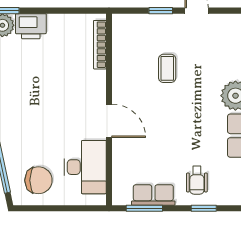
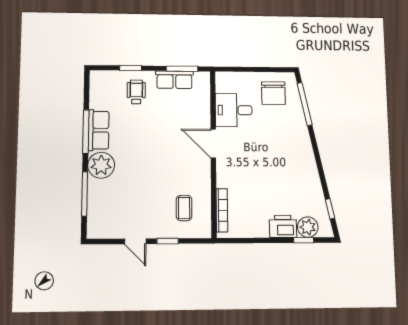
coffee table: (167, 68) -> (184, 208), moved
desk: (85, 167) -> (234, 110), width x0.73
chair: (38, 180) -> (273, 93), turned -90

